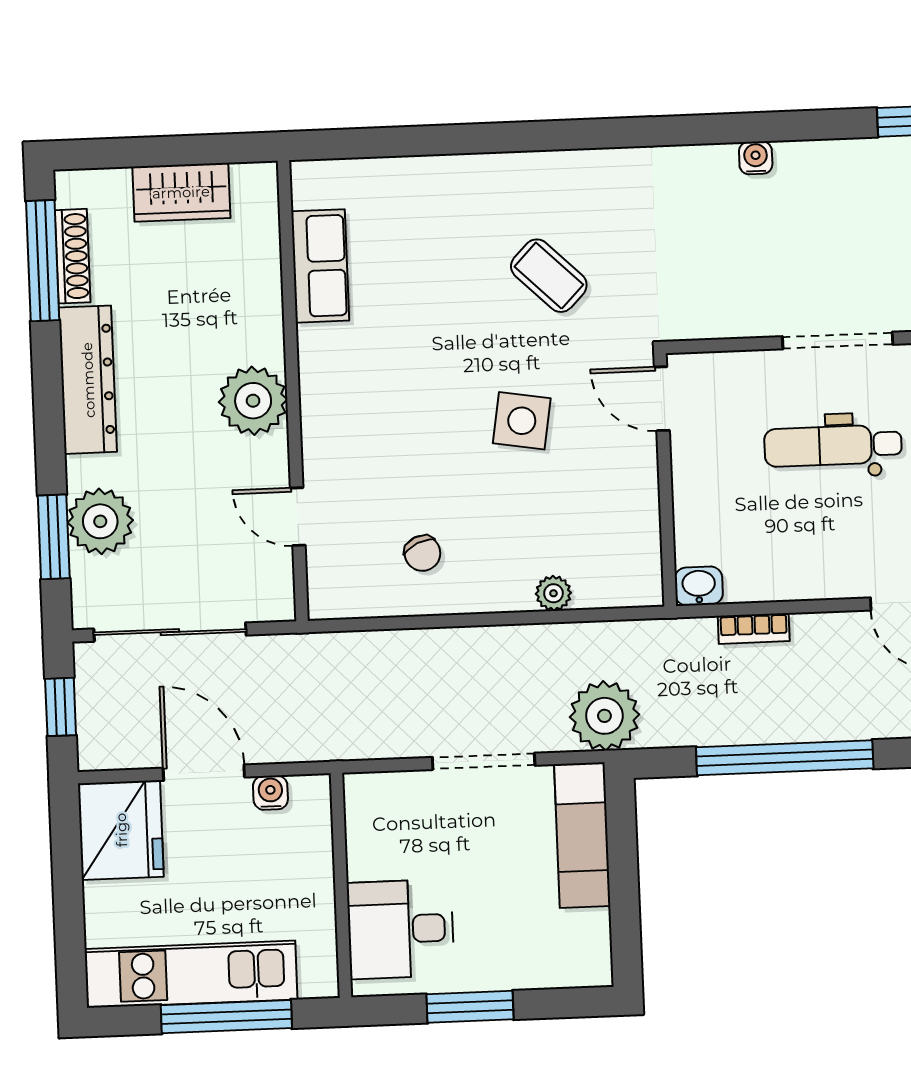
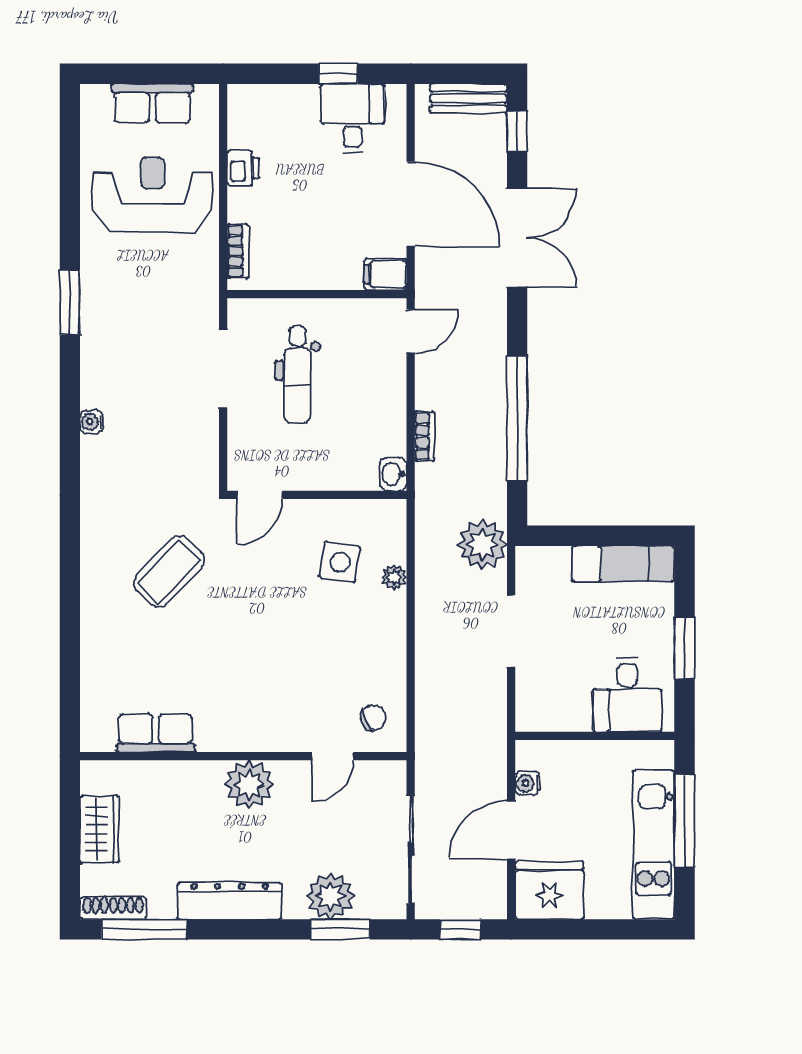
shoe rack: (73, 256) -> (113, 908), moved
coffee table: (549, 276) -> (169, 571), width x1.36, depth x1.30
side table: (522, 421) -> (340, 562), moved
chair: (422, 553) -> (374, 718), moved
exam couch: (582, 835) -> (623, 564), moved

